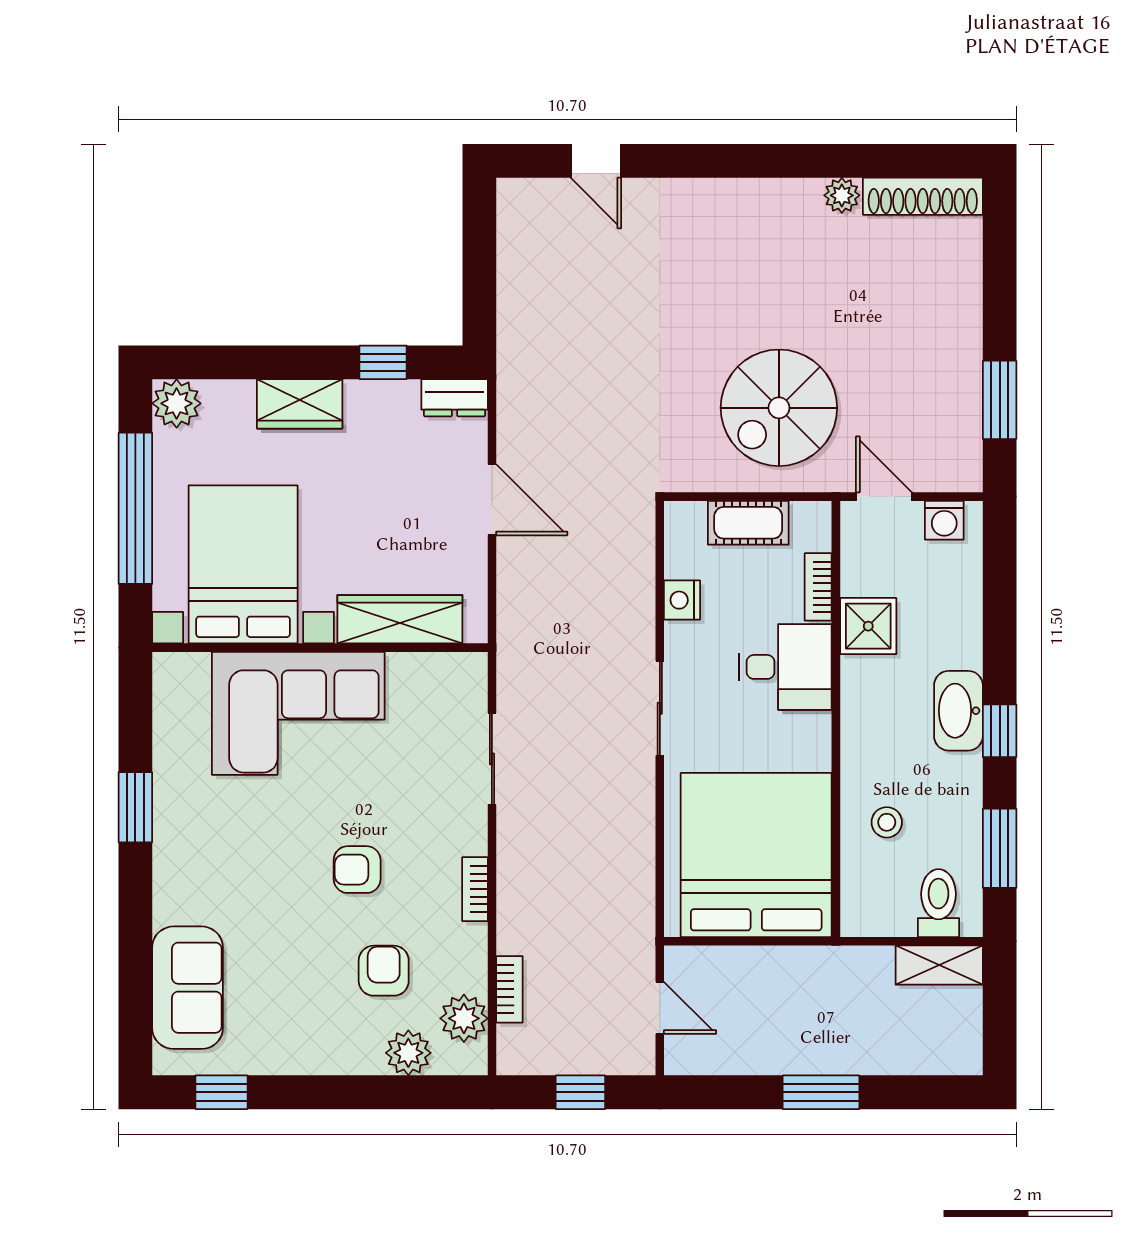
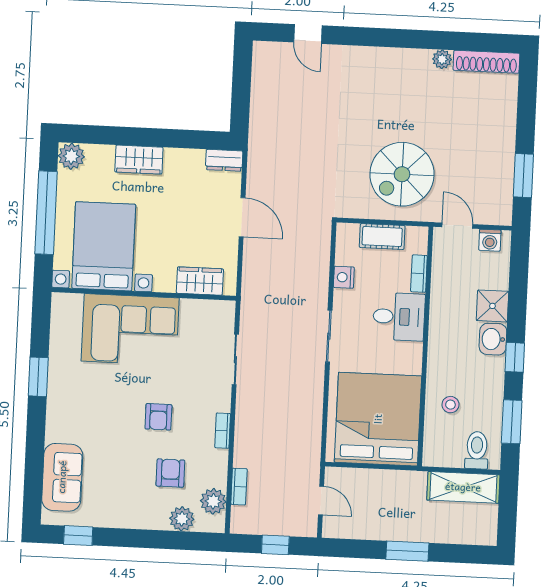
window: (383, 362) -> (186, 139), removed
wardrobe: (400, 619) -> (200, 281), width x0.67
shower: (868, 626) -> (492, 306), moved
washbasin: (958, 711) -> (493, 339), width x0.72
armchair: (357, 870) -> (158, 417), turned -90
shelving: (939, 965) -> (463, 487), width x1.50, depth x1.33

